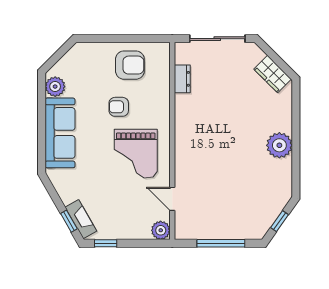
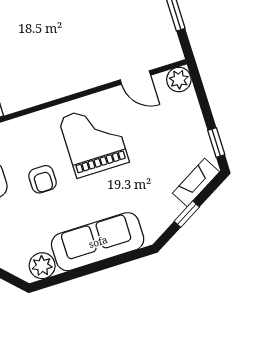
grand piano: (136, 154) -> (94, 140), turned -90
door: (172, 199) -> (135, 77), hinge flipped
window: (69, 221) -> (187, 214), moved

